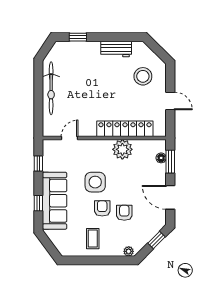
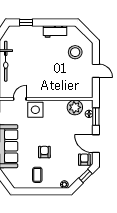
locker: (125, 129) -> (62, 92), removed
plant: (122, 149) -> (75, 107), moved
side table: (95, 182) -> (35, 110), moved
armchair: (124, 213) -> (84, 160), moved

